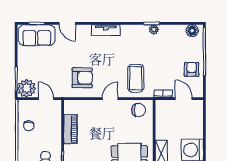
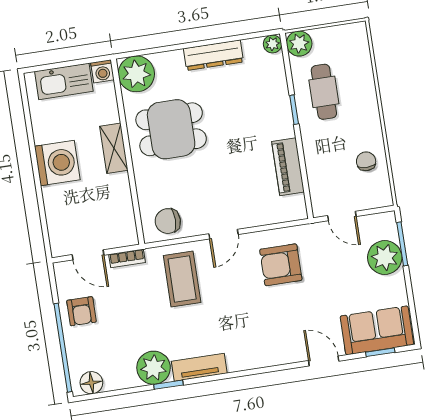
plant: (154, 29) -> (154, 368), width x1.88, depth x1.88
tv unit: (106, 30) -> (199, 367), moved
plant: (27, 88) -> (385, 257), moved

